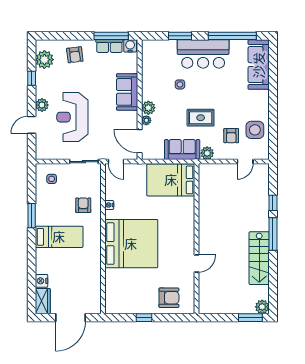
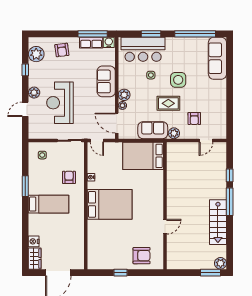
bar counter: (203, 54) -> (143, 49), moved
side table: (255, 130) -> (178, 80), moved
bed: (131, 244) -> (110, 204), width x0.73

